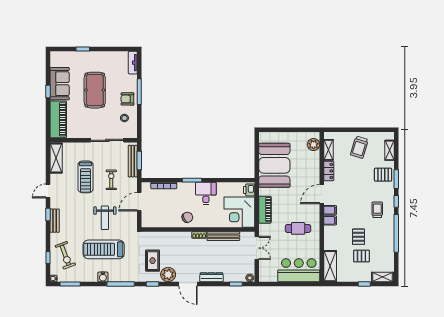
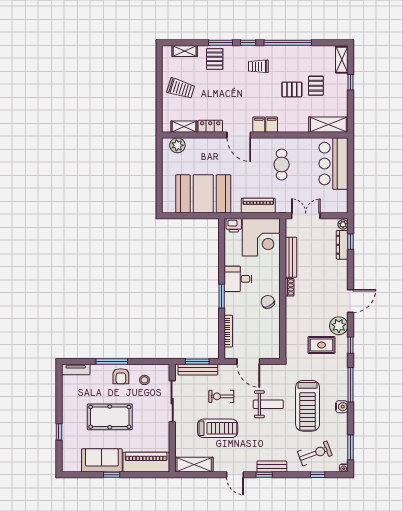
dresser: (211, 277) -> (342, 245), moved

